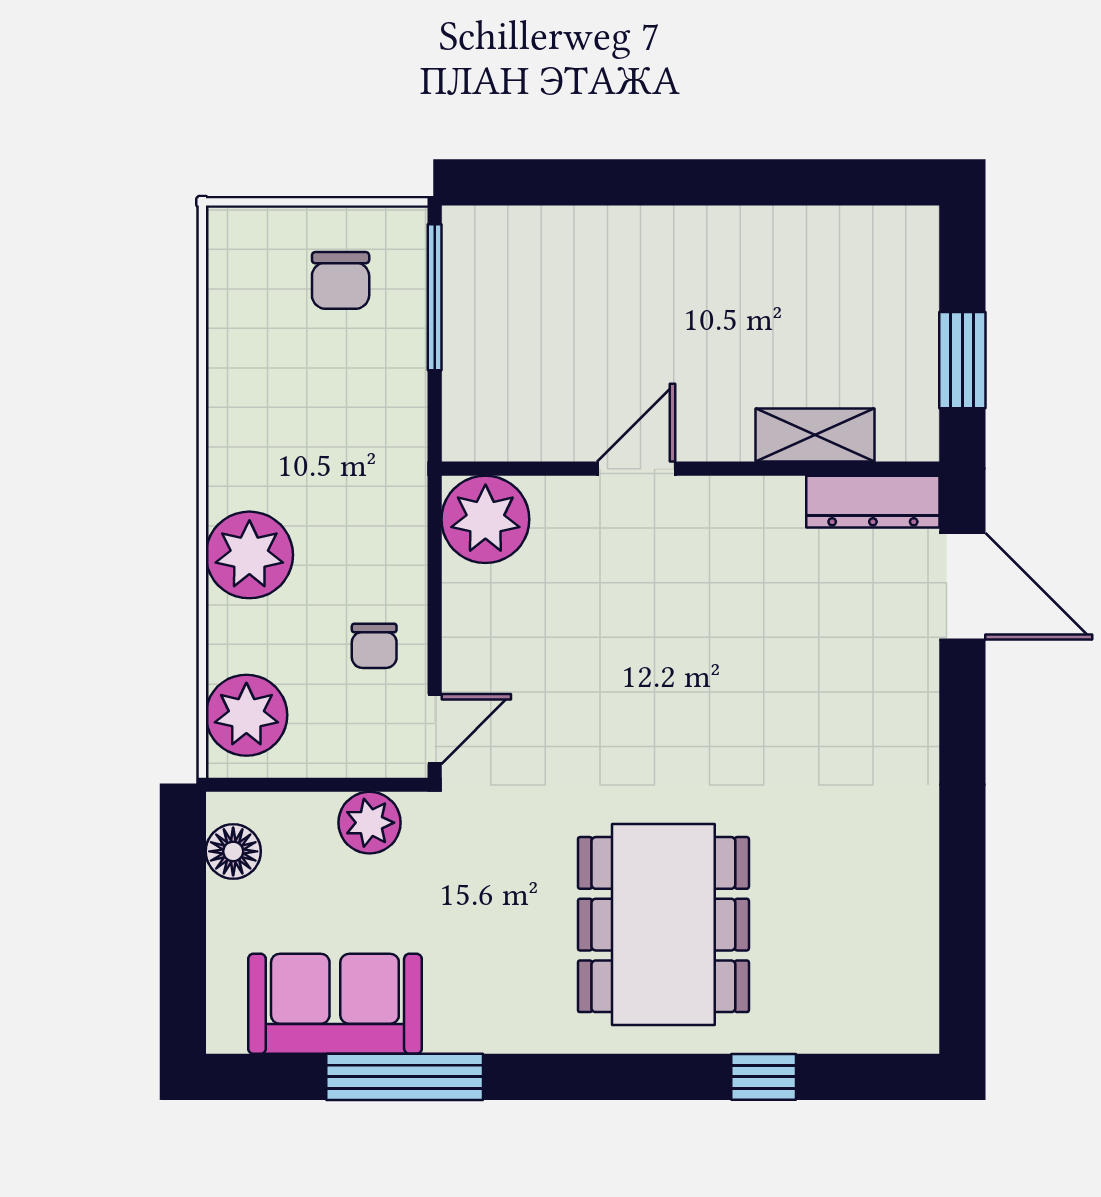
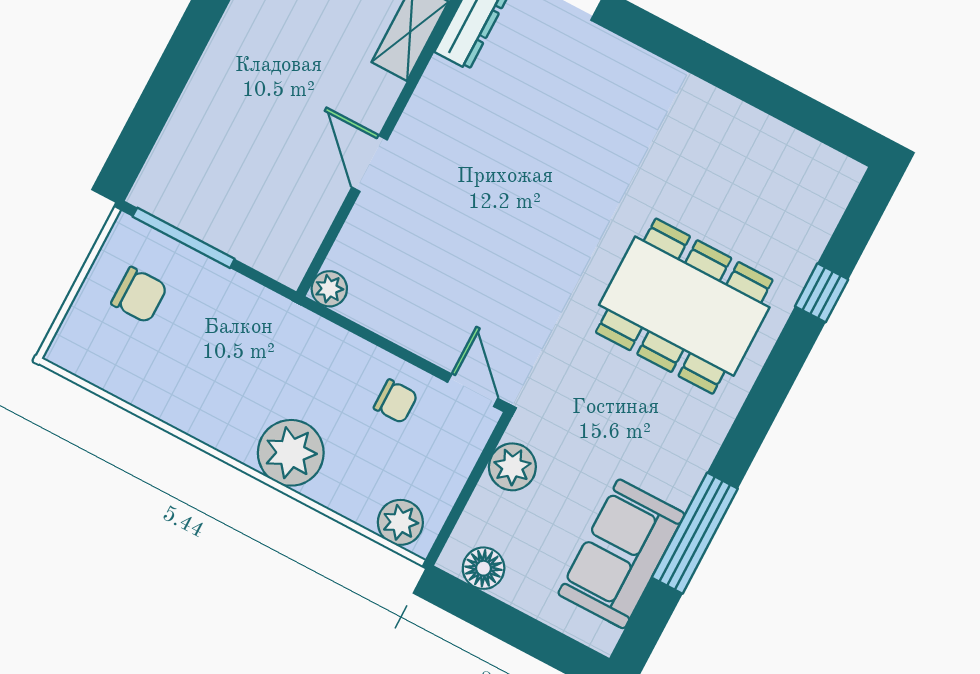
plant: (485, 519) -> (329, 289), width x0.53, depth x0.53
plant: (246, 715) -> (400, 522), width x0.73, depth x0.73

